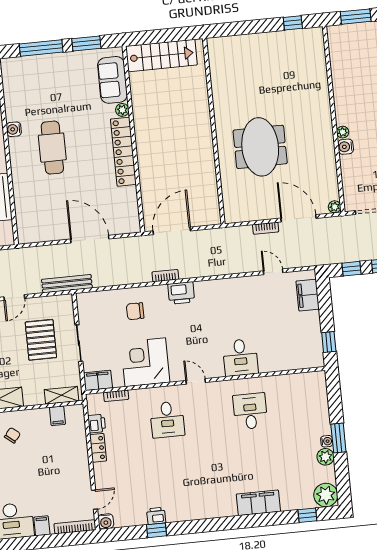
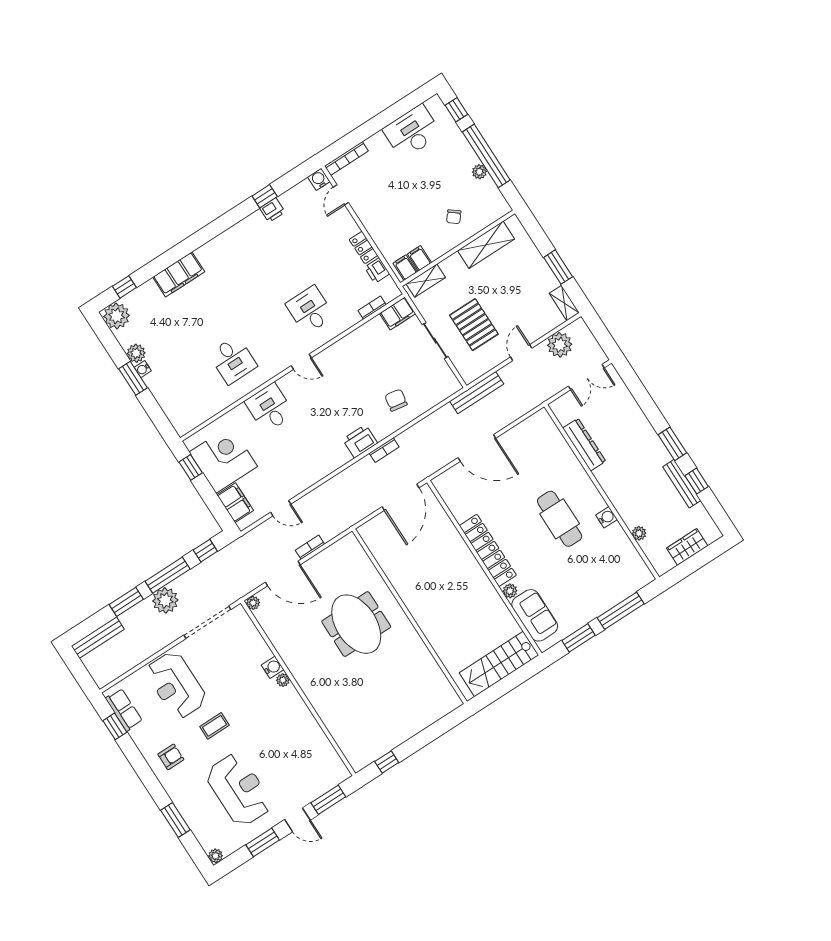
chair: (135, 311) -> (396, 400), turned -80
corner desk: (145, 362) -> (223, 459), moved, turned -90
filing cabinet: (42, 526) -> (405, 268), moved, turned 180

